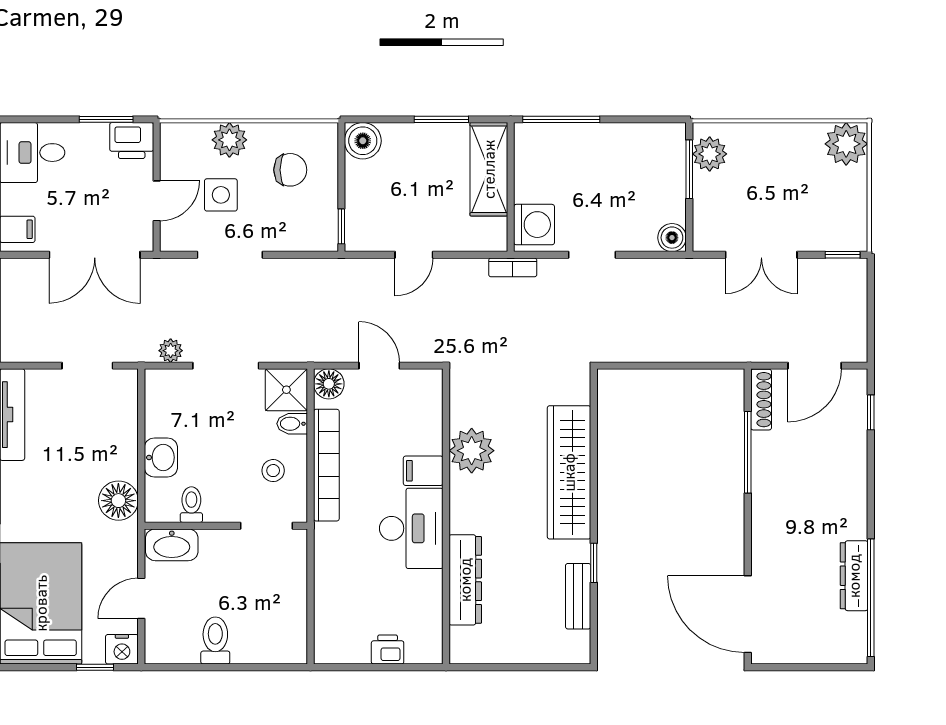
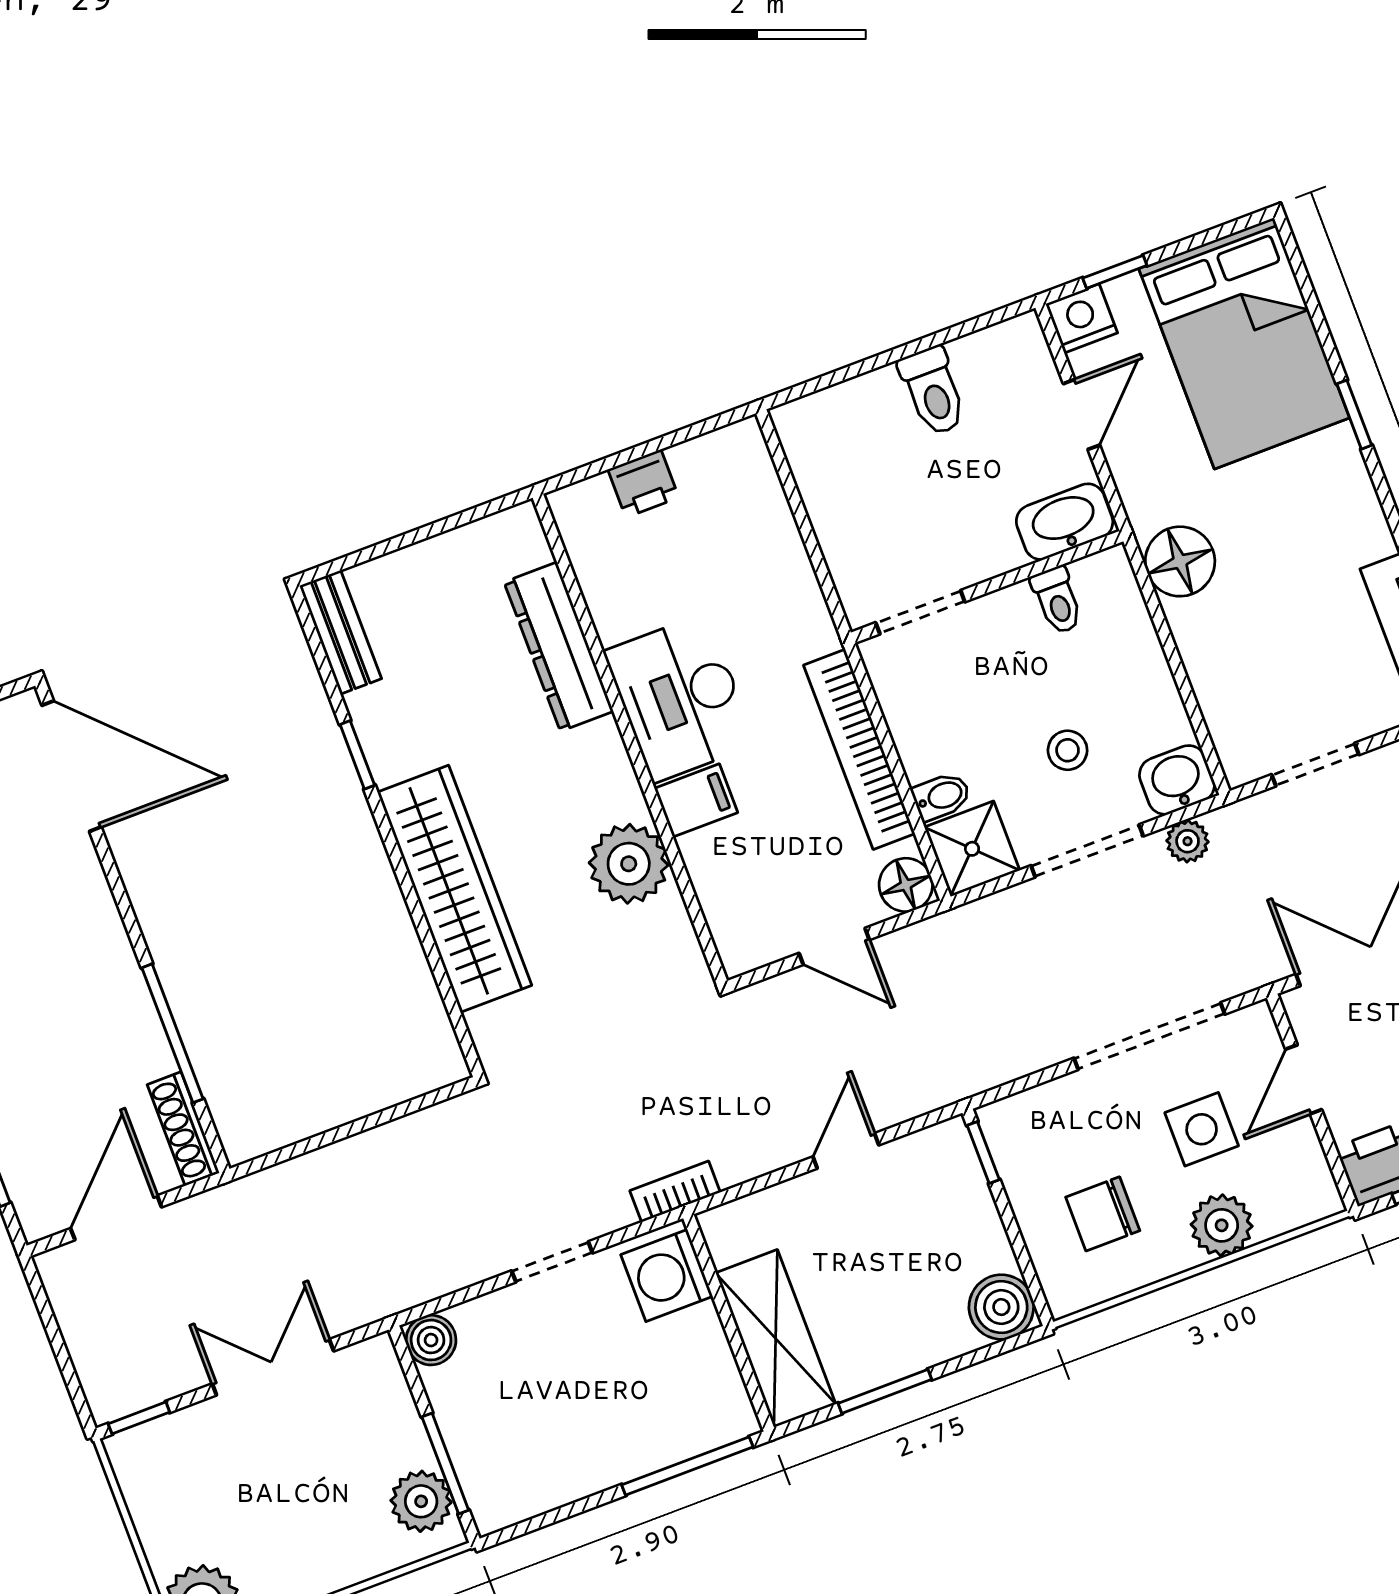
doorway: (230, 255) -> (1149, 1036), width x1.36
washbasin: (161, 457) -> (1177, 780), moved, turned 90
stool: (273, 471) -> (1068, 750), moved
bench: (578, 596) -> (340, 632), moved

